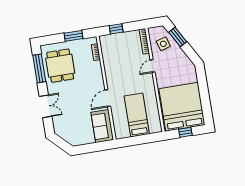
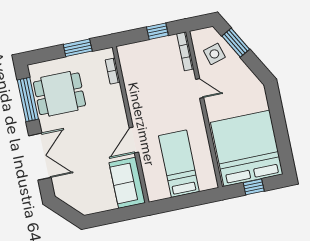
window: (116, 29) -> (157, 31), moved
dining table: (60, 66) -> (59, 94), turned 90
door: (153, 66) -> (200, 88), swing flipped
double door: (45, 106) -> (40, 157), width x1.37

